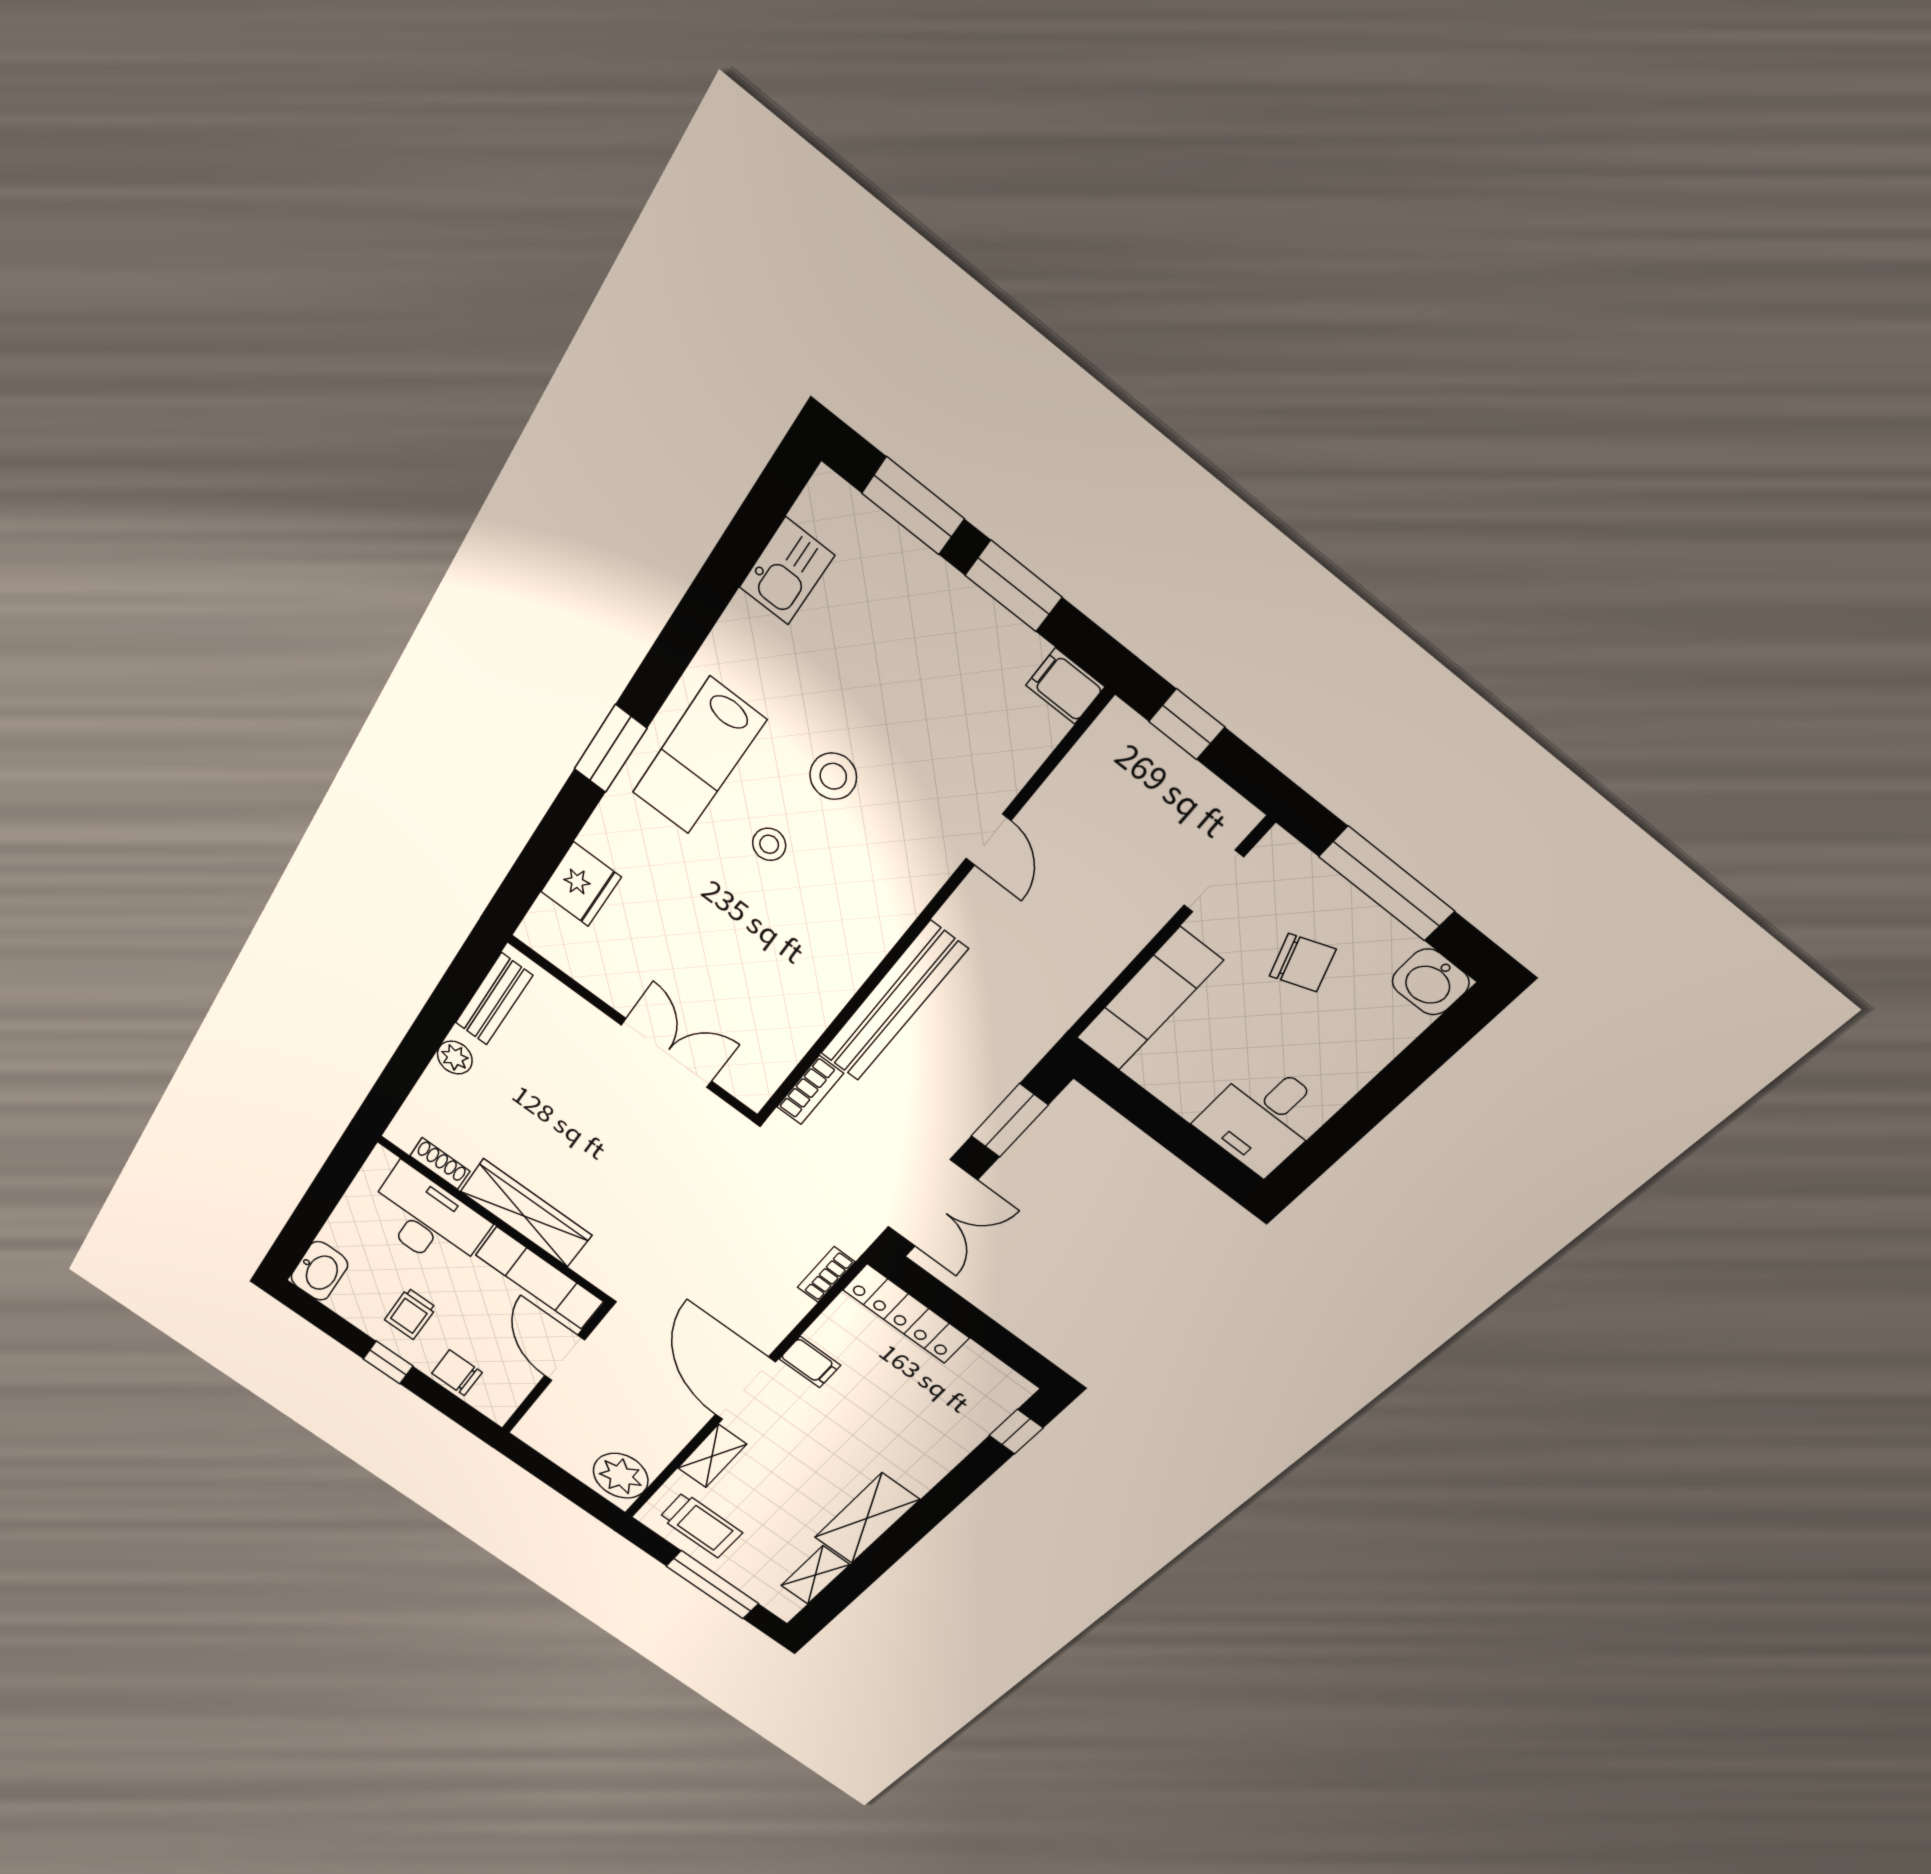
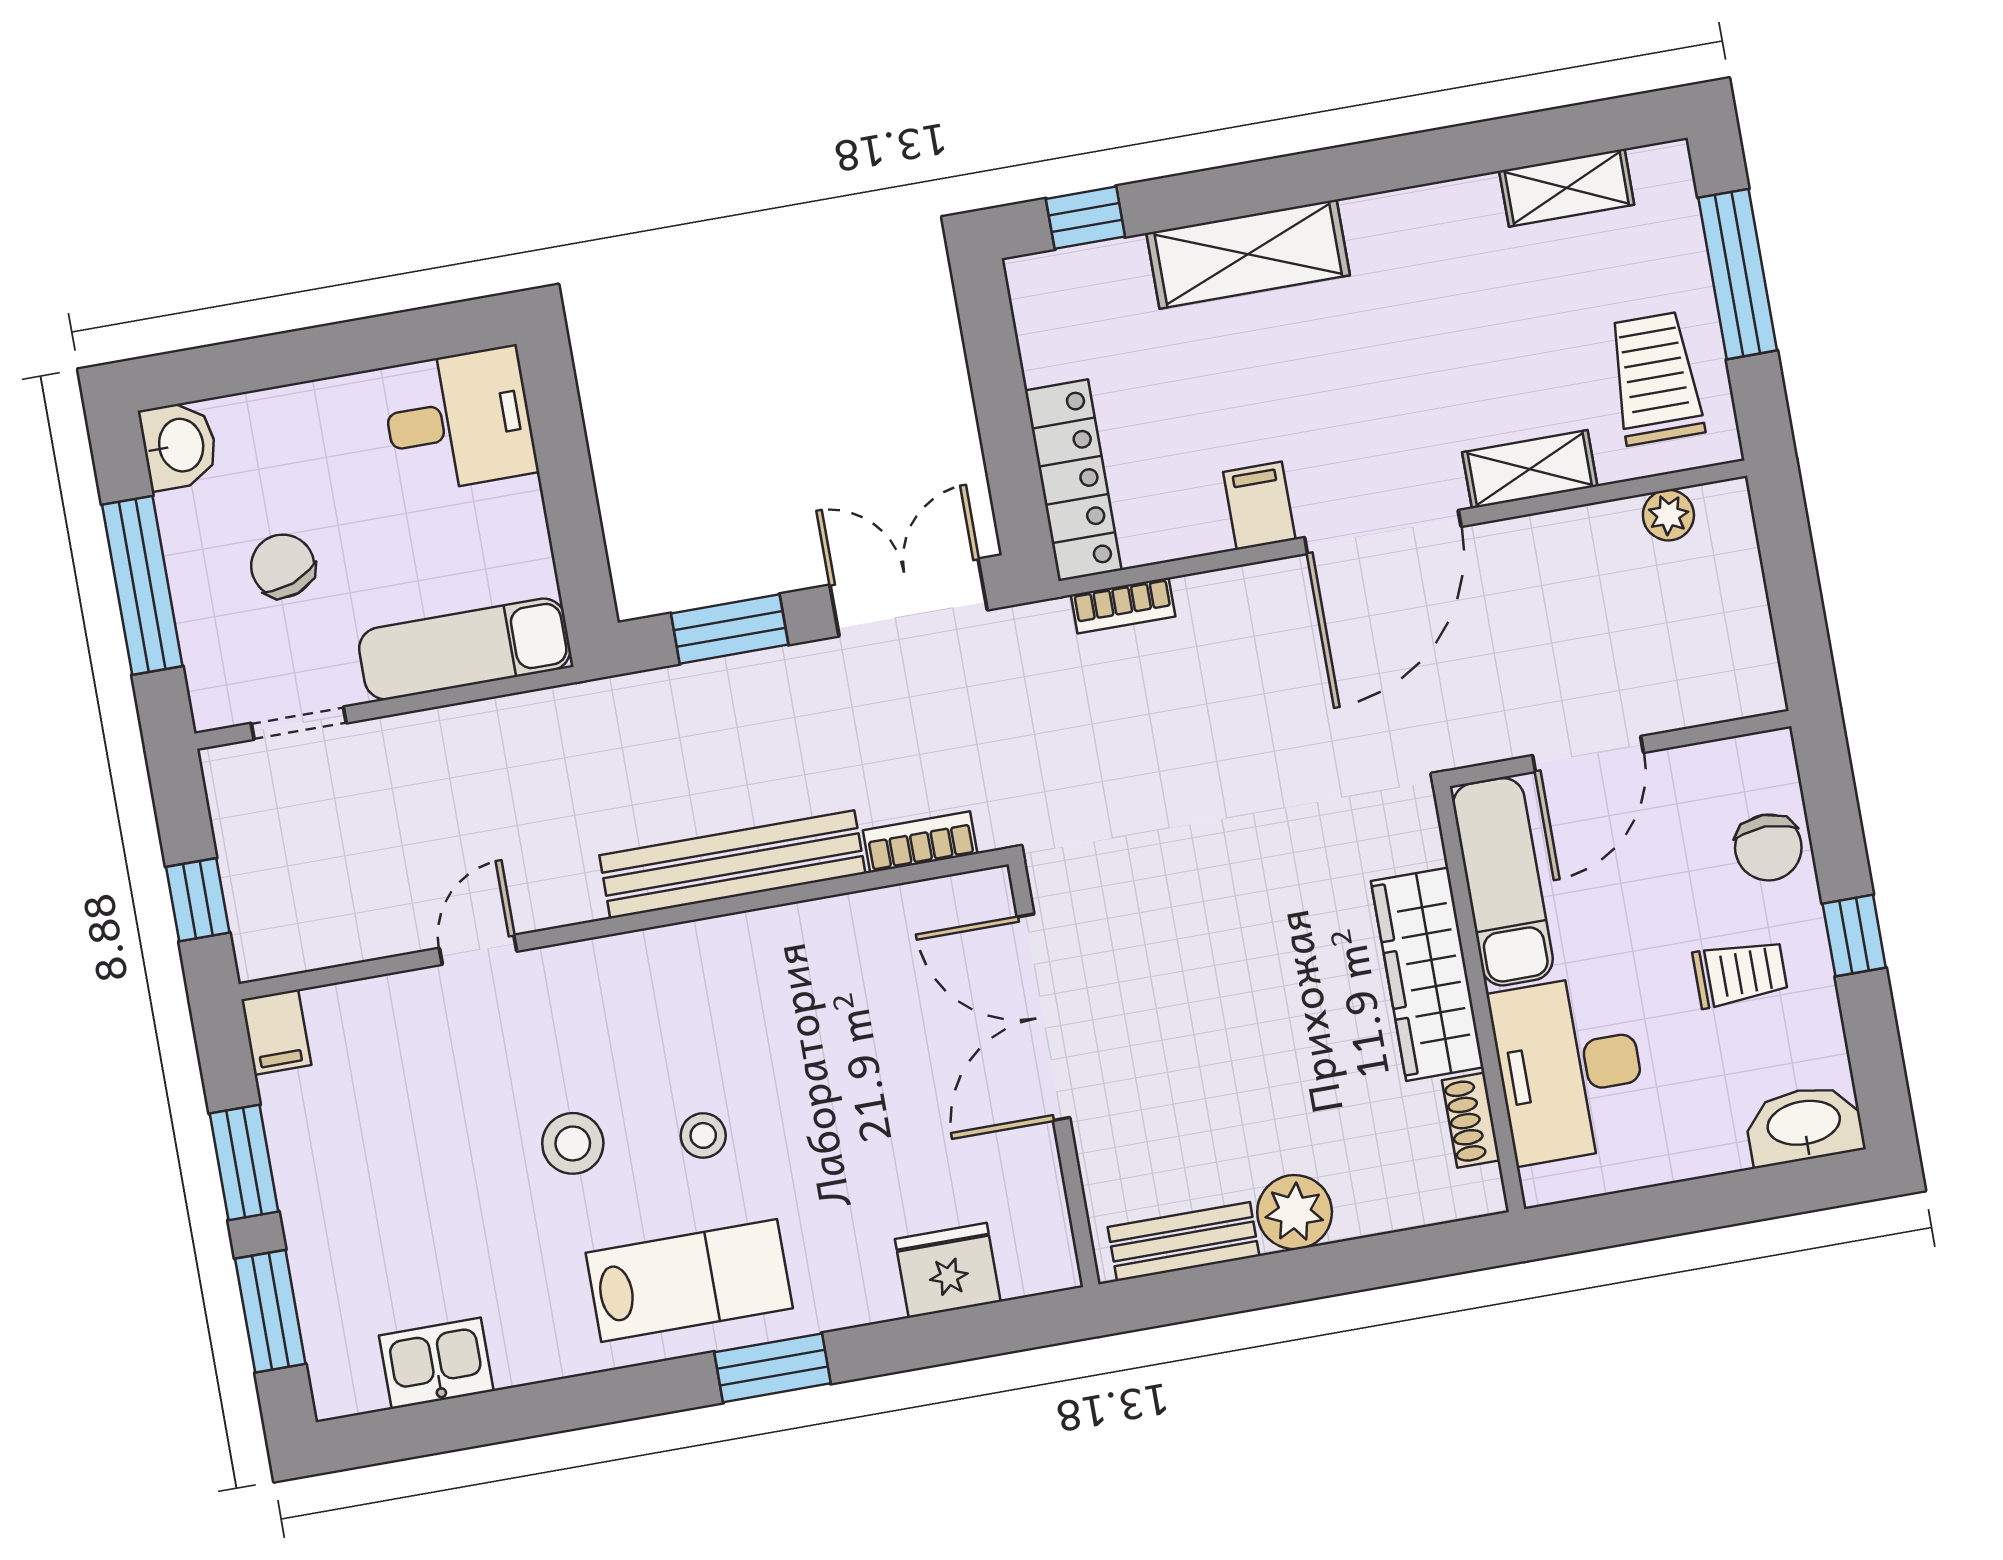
double door: (666, 1053) -> (1044, 1017), width x1.37
plant: (455, 1058) -> (1295, 1212), width x1.38, depth x1.38
plant: (621, 1476) -> (1668, 515), width x0.53, depth x0.53
shelving: (867, 1519) -> (1248, 254), moved

